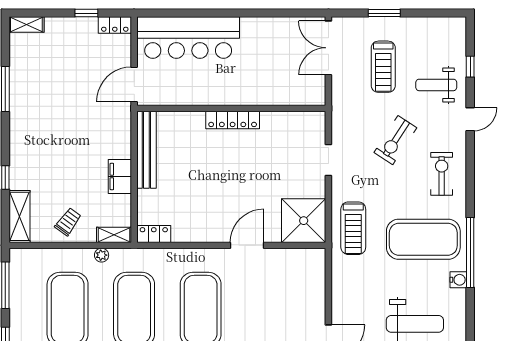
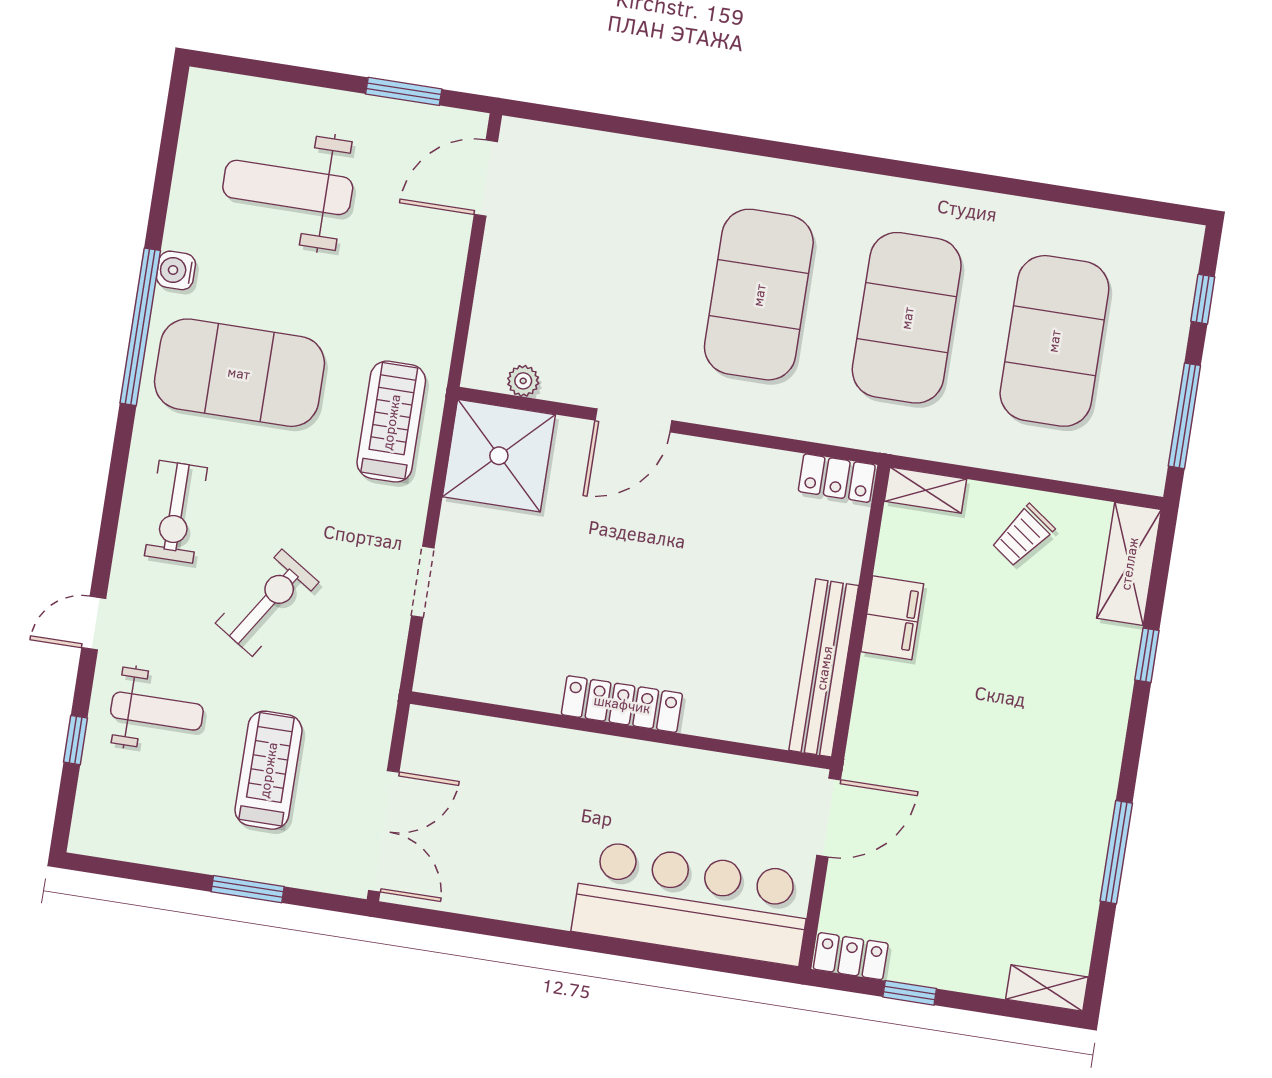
plant: (102, 255) -> (523, 381), moved

